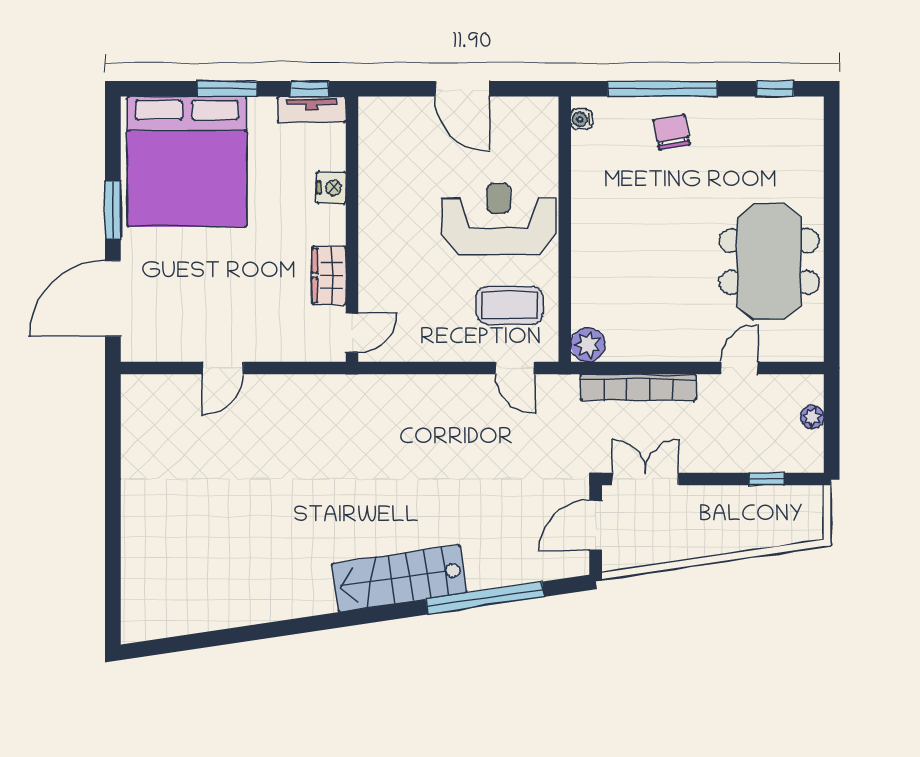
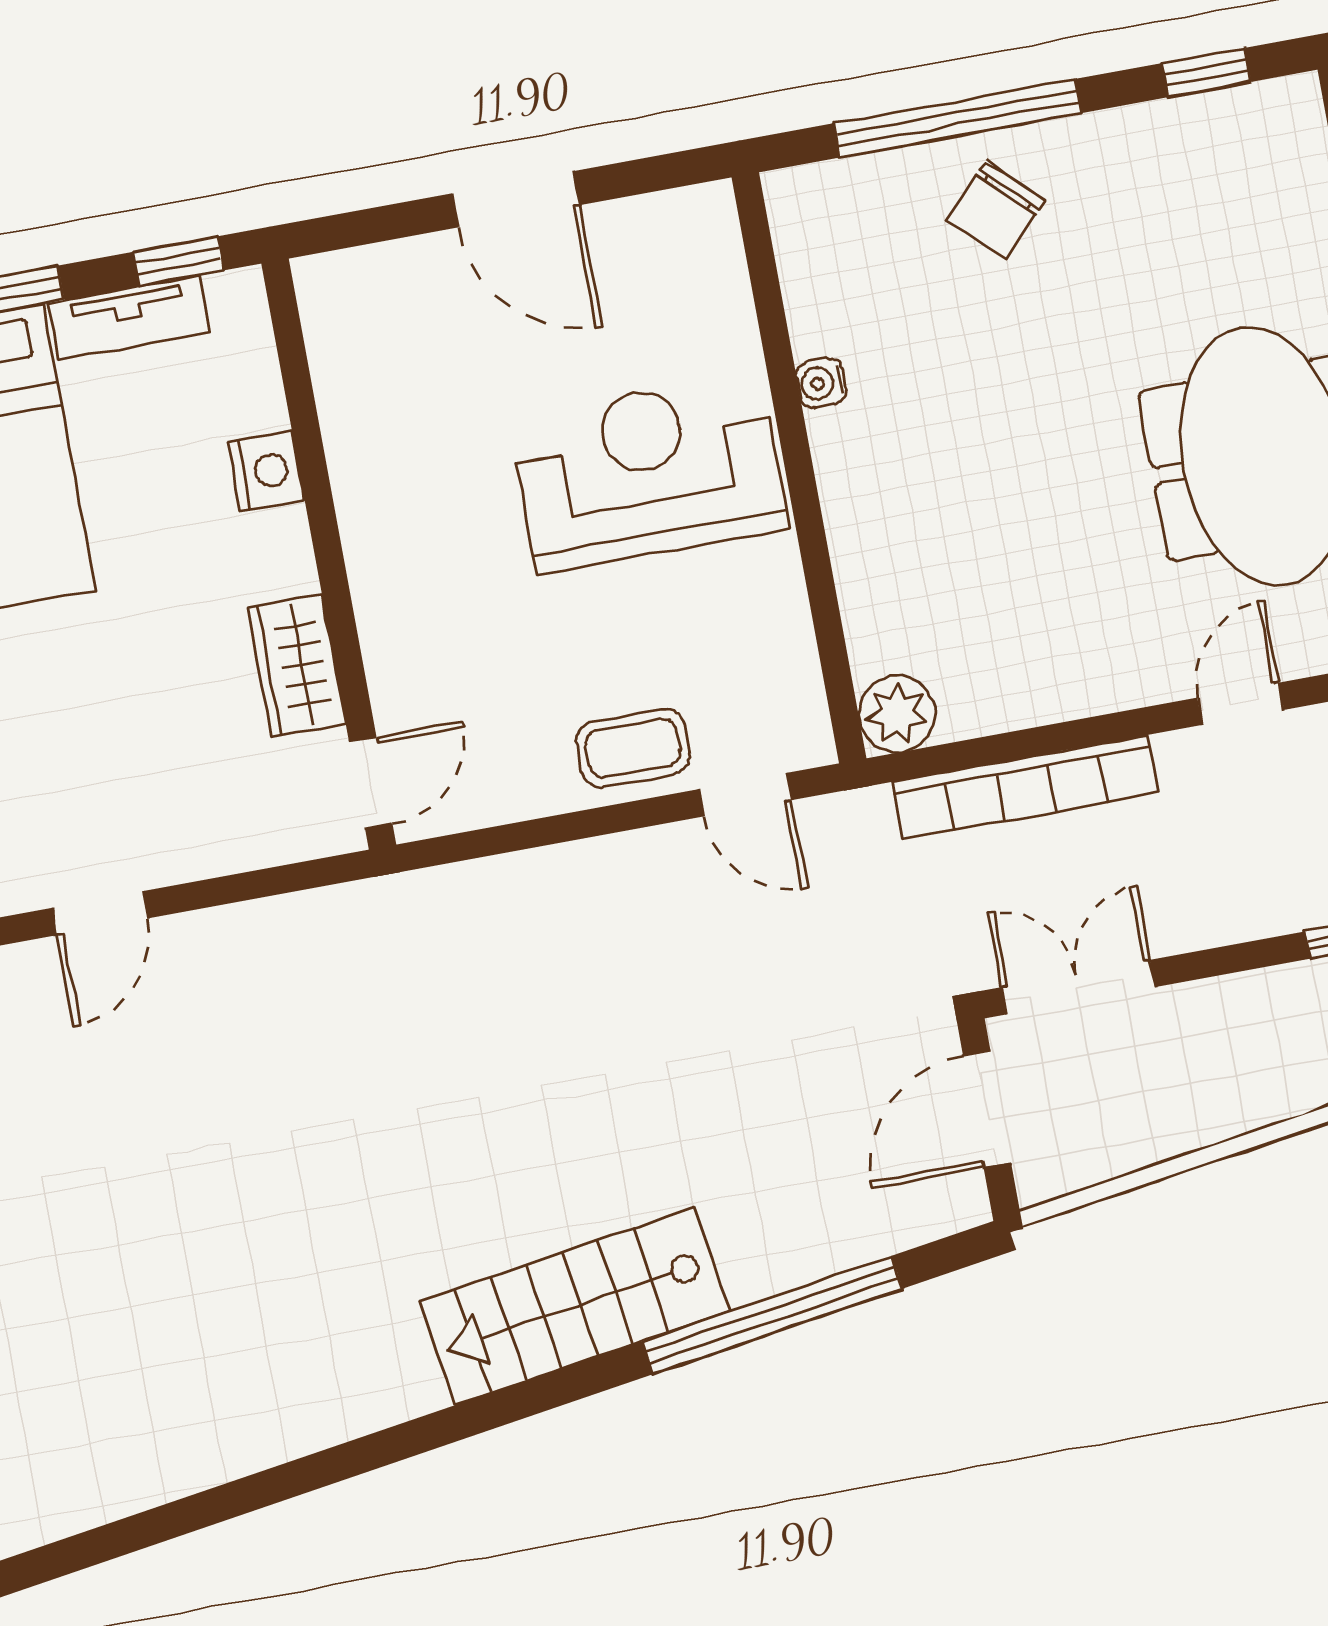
tv unit: (312, 110) -> (129, 318), moved
water cooler: (581, 119) -> (821, 383), moved
chair: (672, 132) -> (996, 210), turned -126
coffee table: (510, 305) -> (633, 748), moved, width x0.73, depth x0.77

